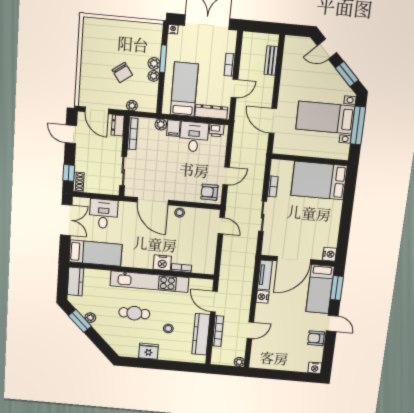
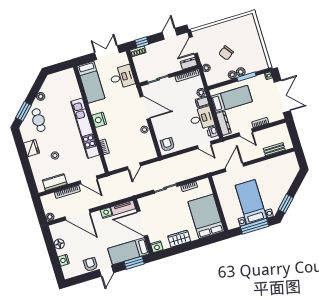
door: (327, 49) -> (297, 183), removed
door: (226, 176) -> (204, 145), moved
door: (153, 201) -> (145, 108), swing flipped
double door: (66, 220) -> (107, 53), swing flipped
wardrobe: (332, 224) -> (179, 239), added
door: (221, 226) -> (134, 166), moved
nightstand: (162, 263) -> (99, 120), moved
kitchen counter: (75, 282) -> (64, 76), removed
door: (214, 302) -> (89, 180), swing flipped
cafe table: (134, 313) -> (39, 120), moved
window: (80, 321) -> (23, 111), moved
door: (250, 330) -> (78, 215), width x1.88
kitchen counter: (201, 334) -> (55, 182), width x0.67
floor lamp: (276, 364) -> (59, 244), added
nightstand: (315, 368) -> (64, 260), moved

